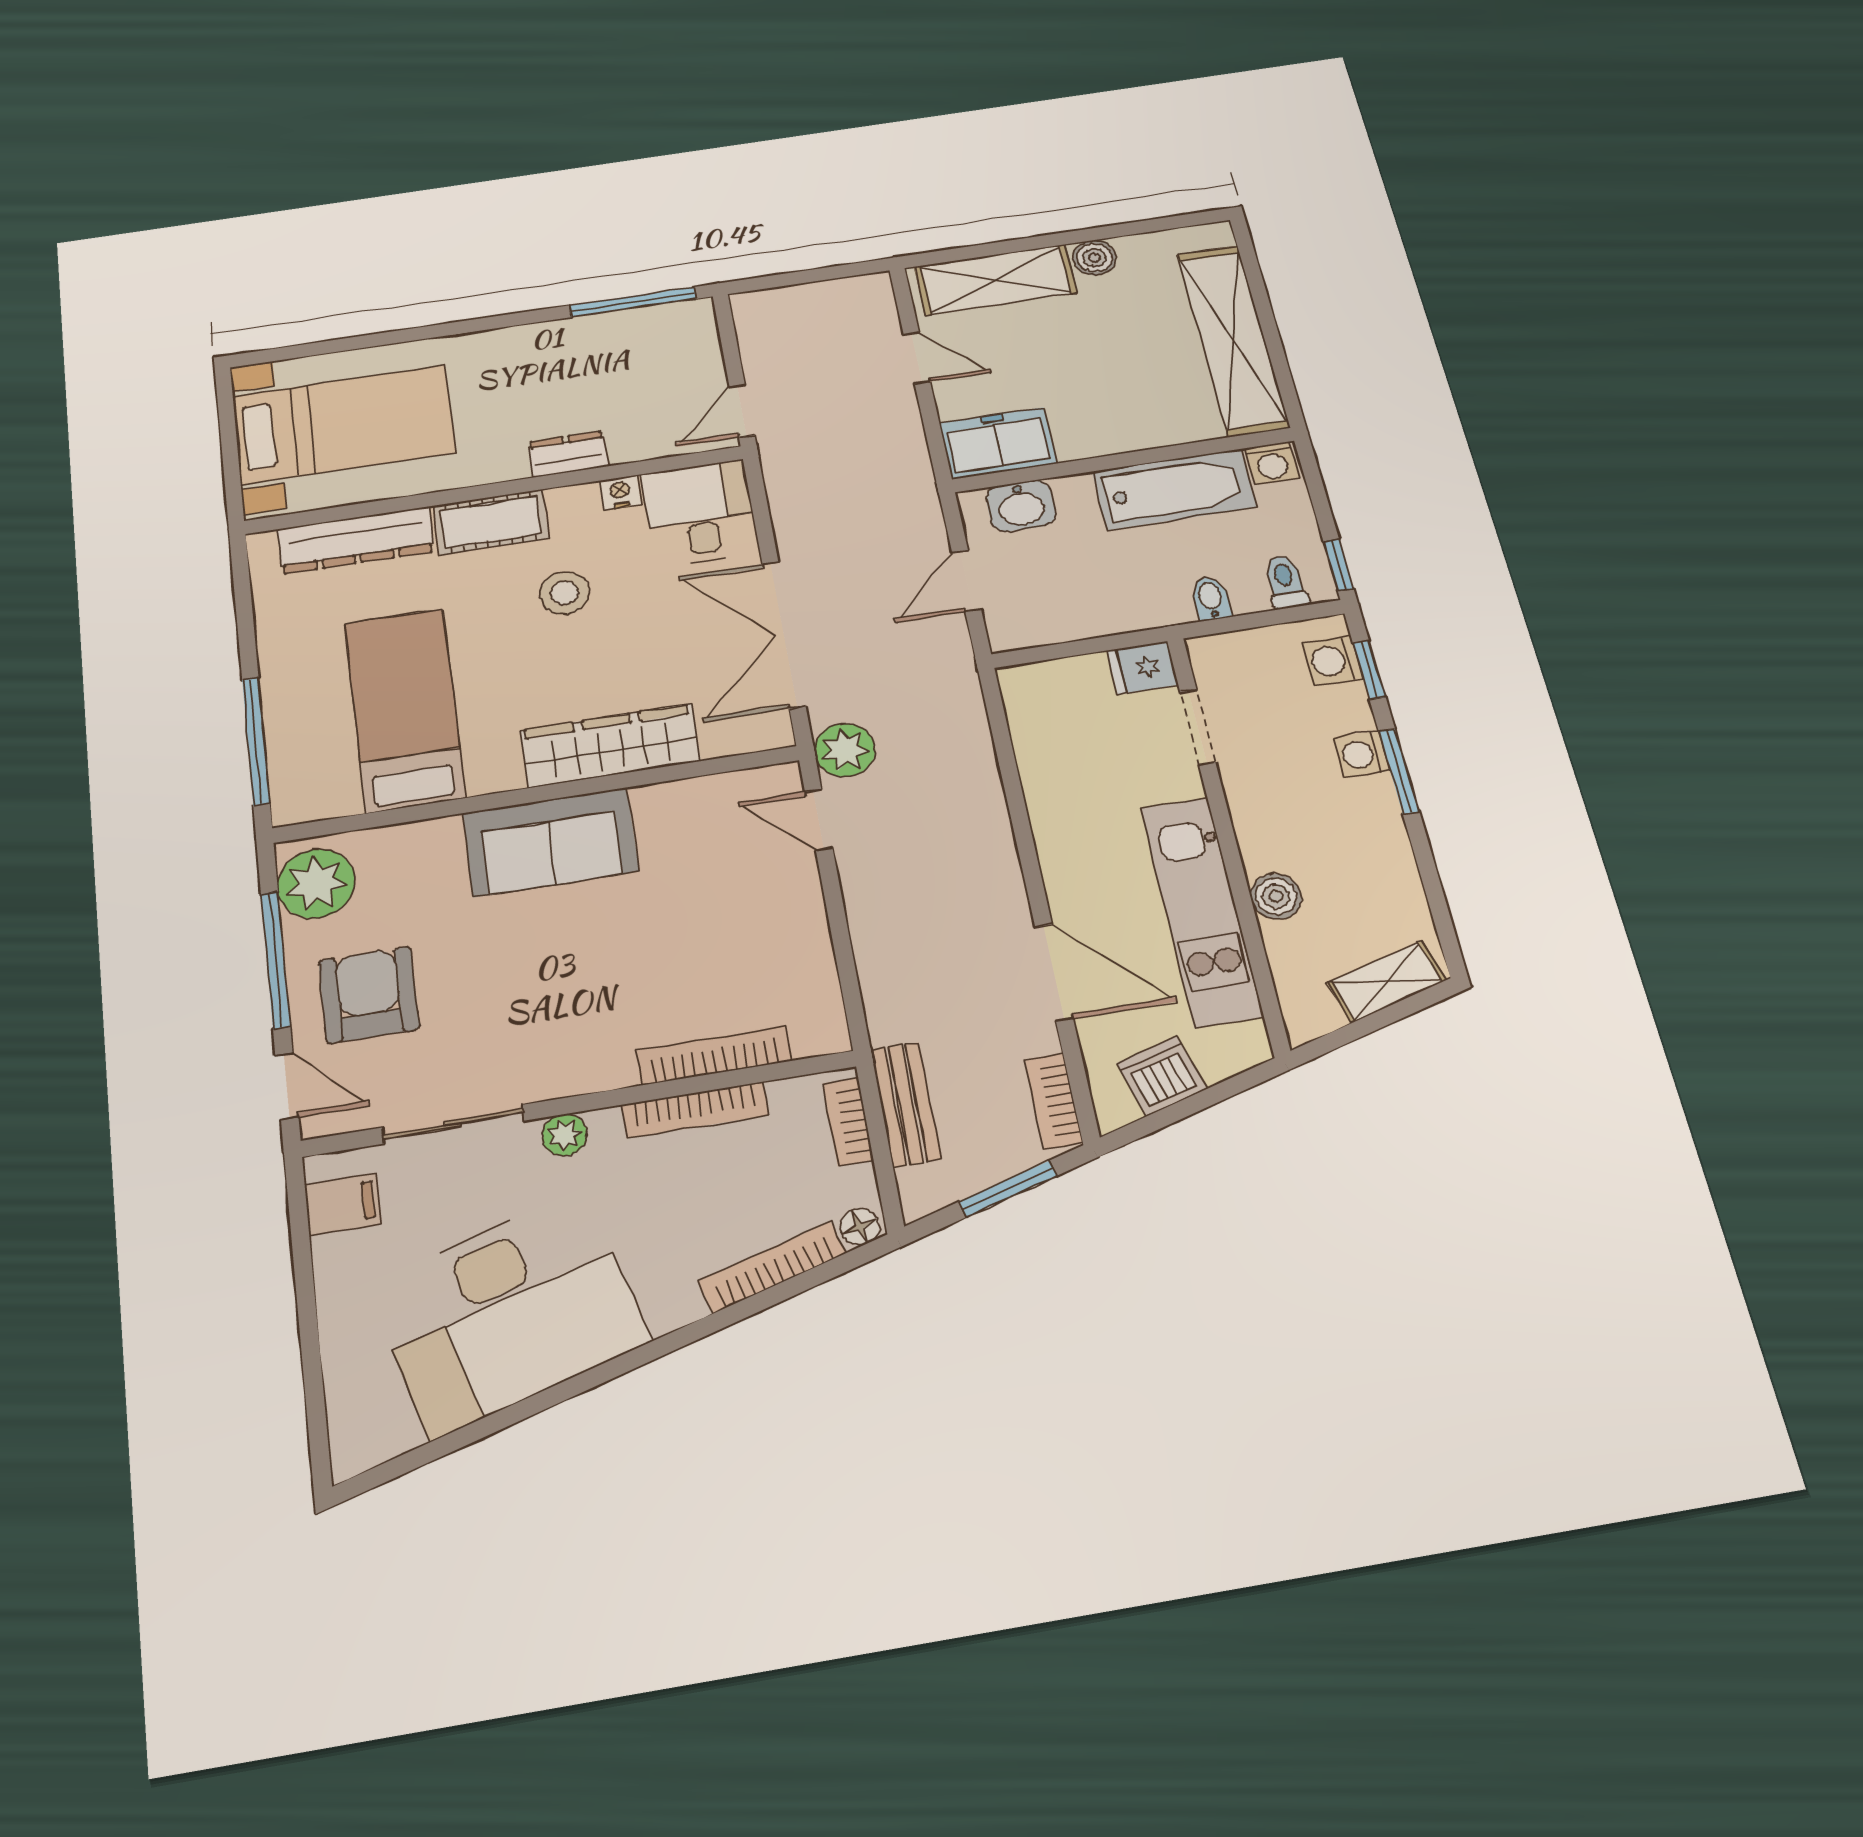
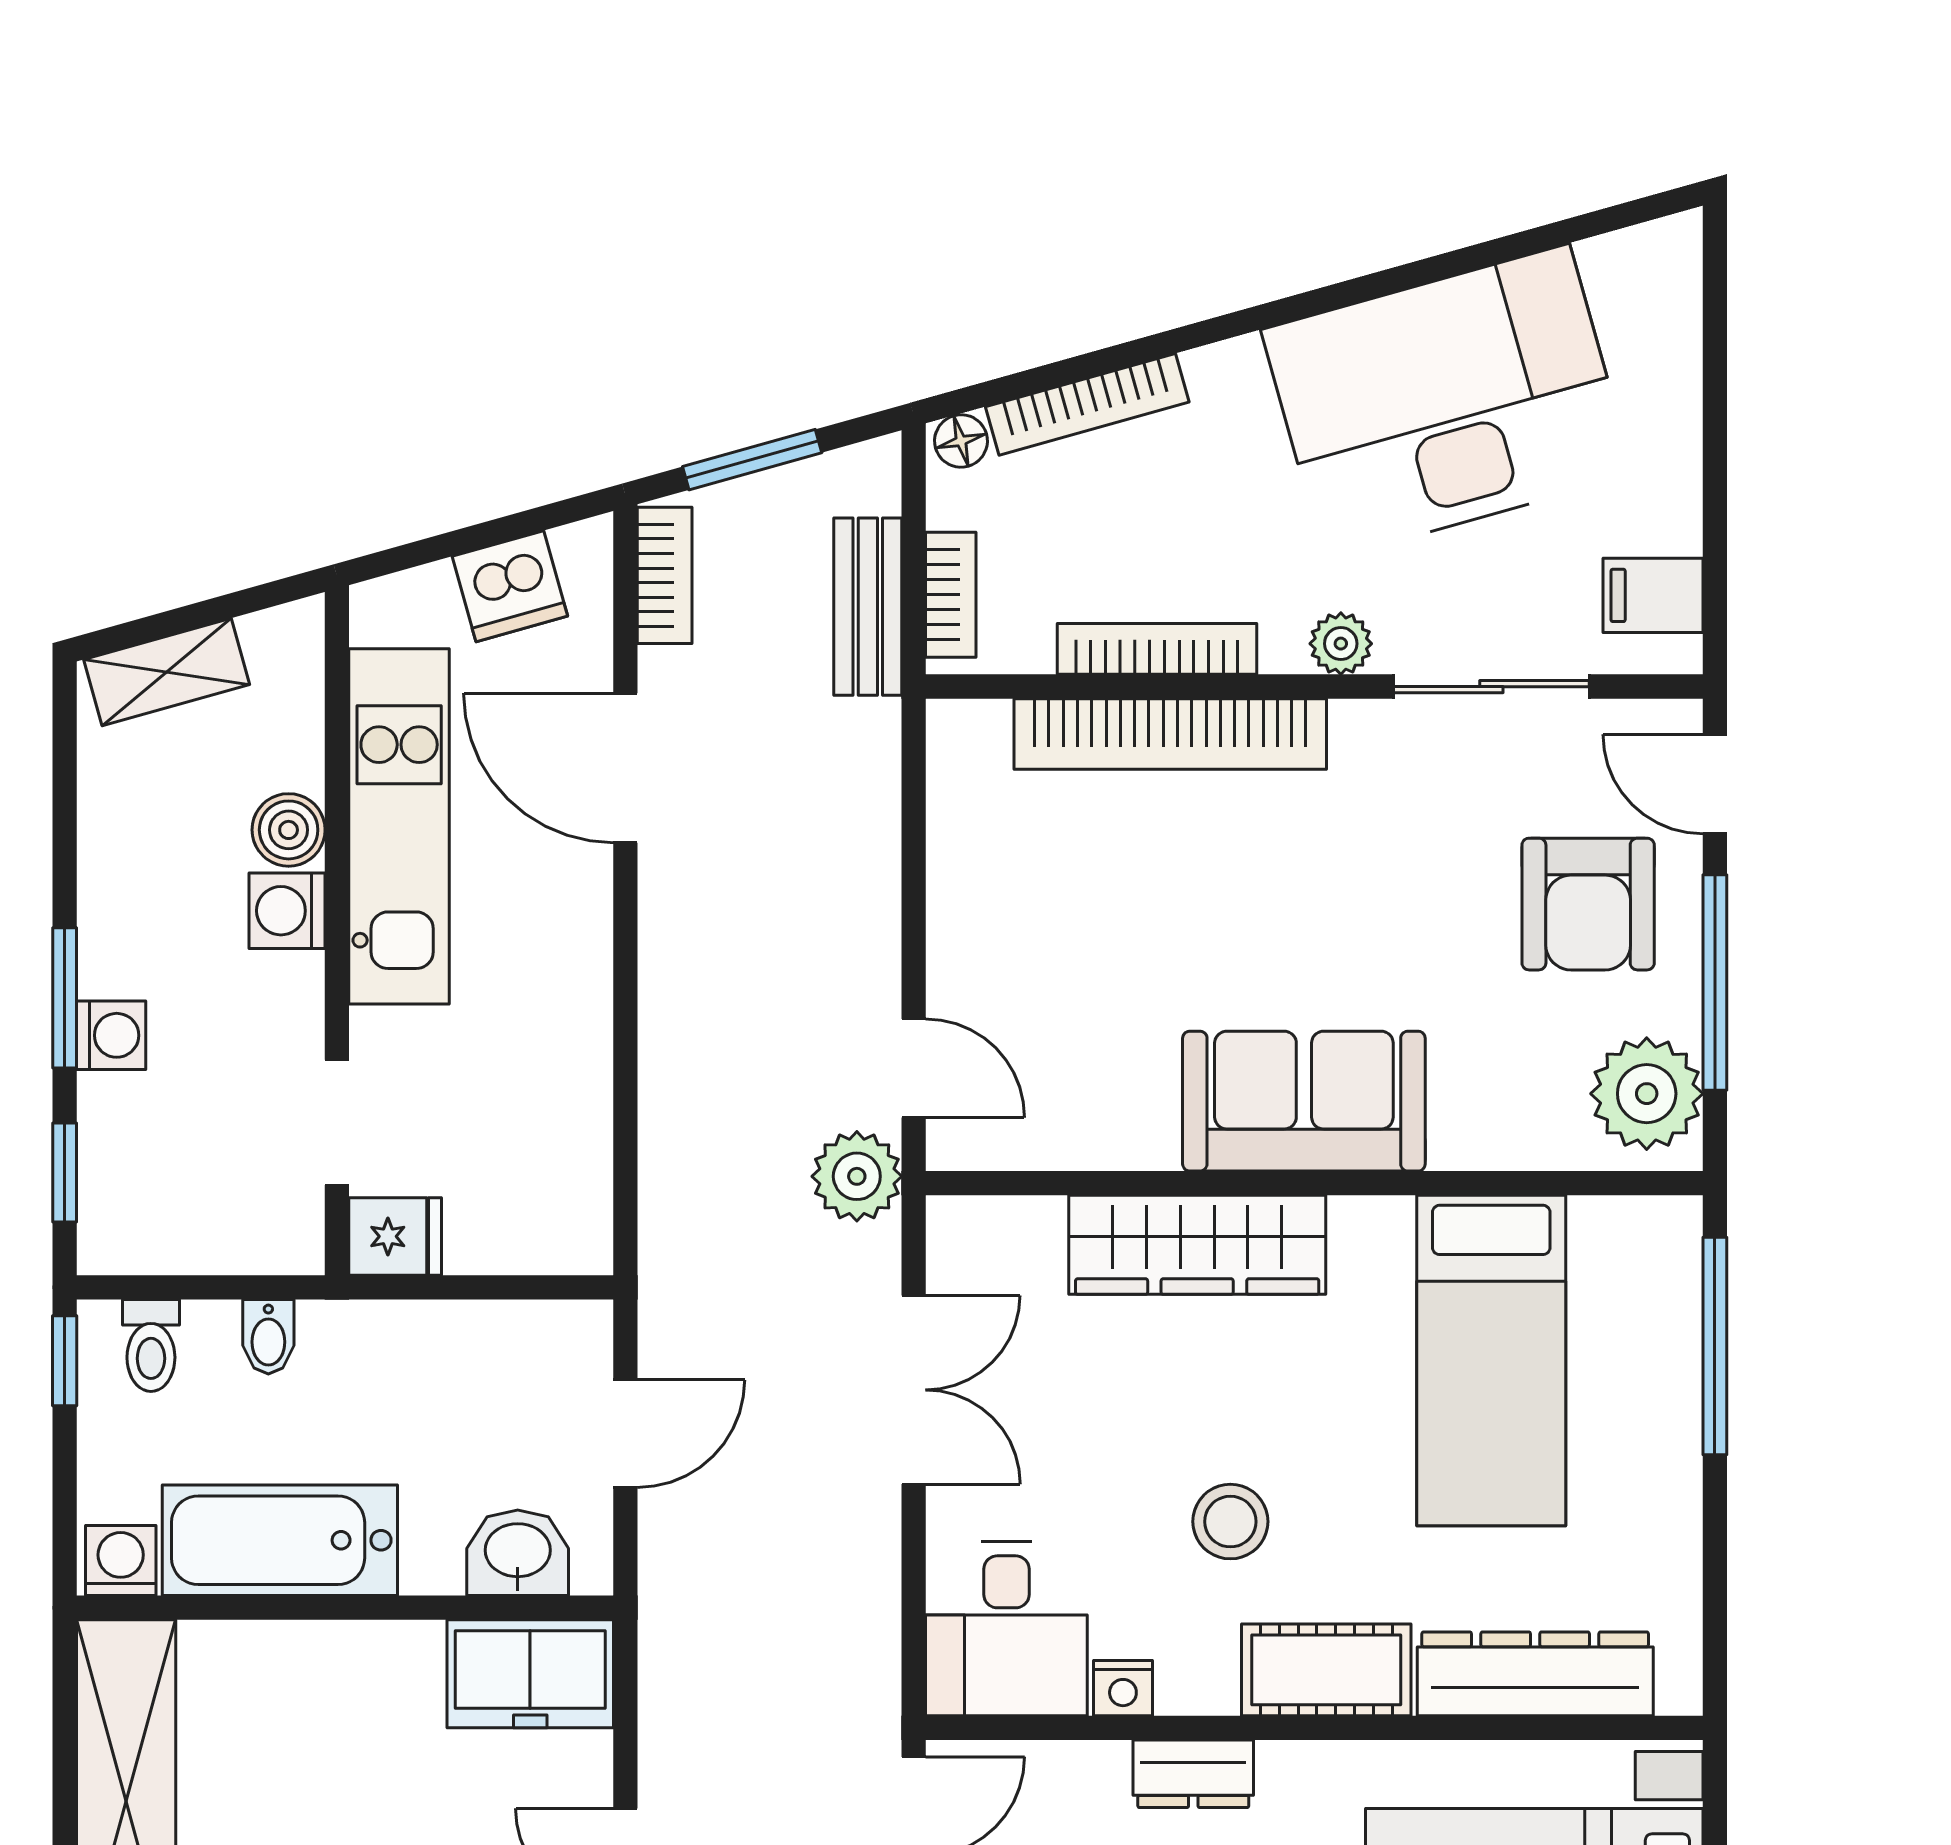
double door: (784, 634) -> (914, 1390), width x0.73
washing machine: (1332, 661) -> (287, 911), moved, turned 180
bookcase: (714, 1056) -> (1170, 734), width x1.48, depth x1.31

